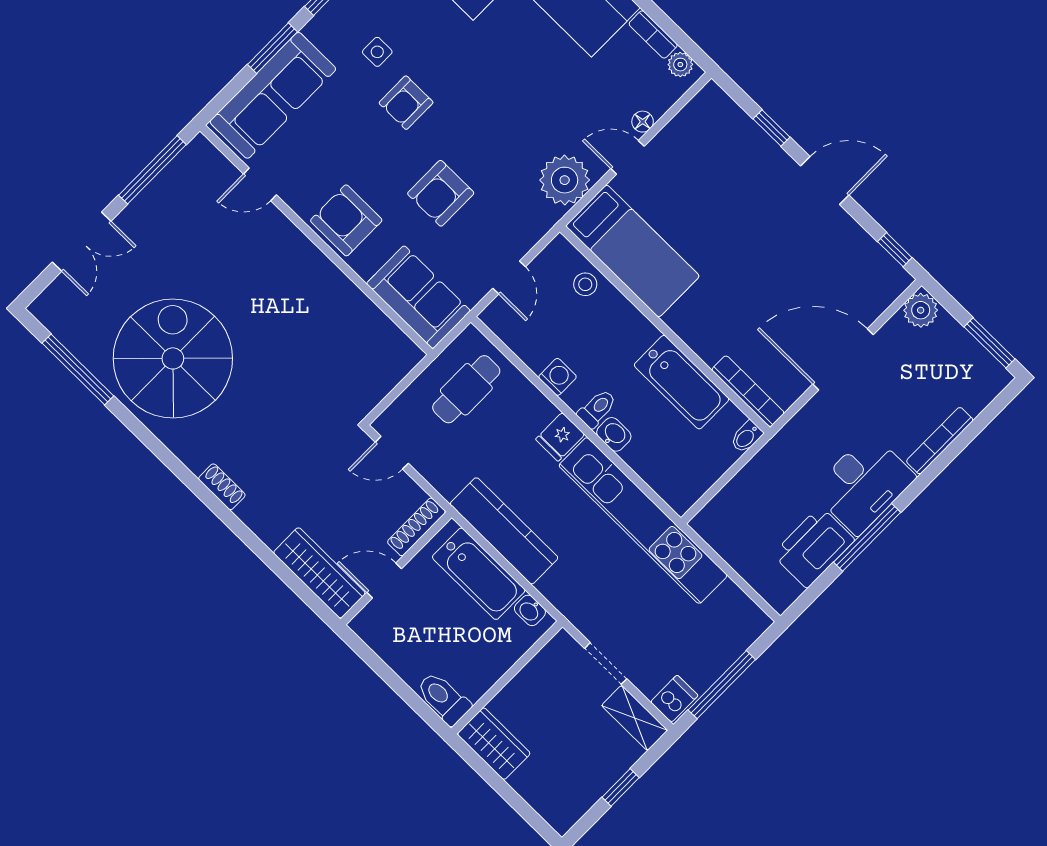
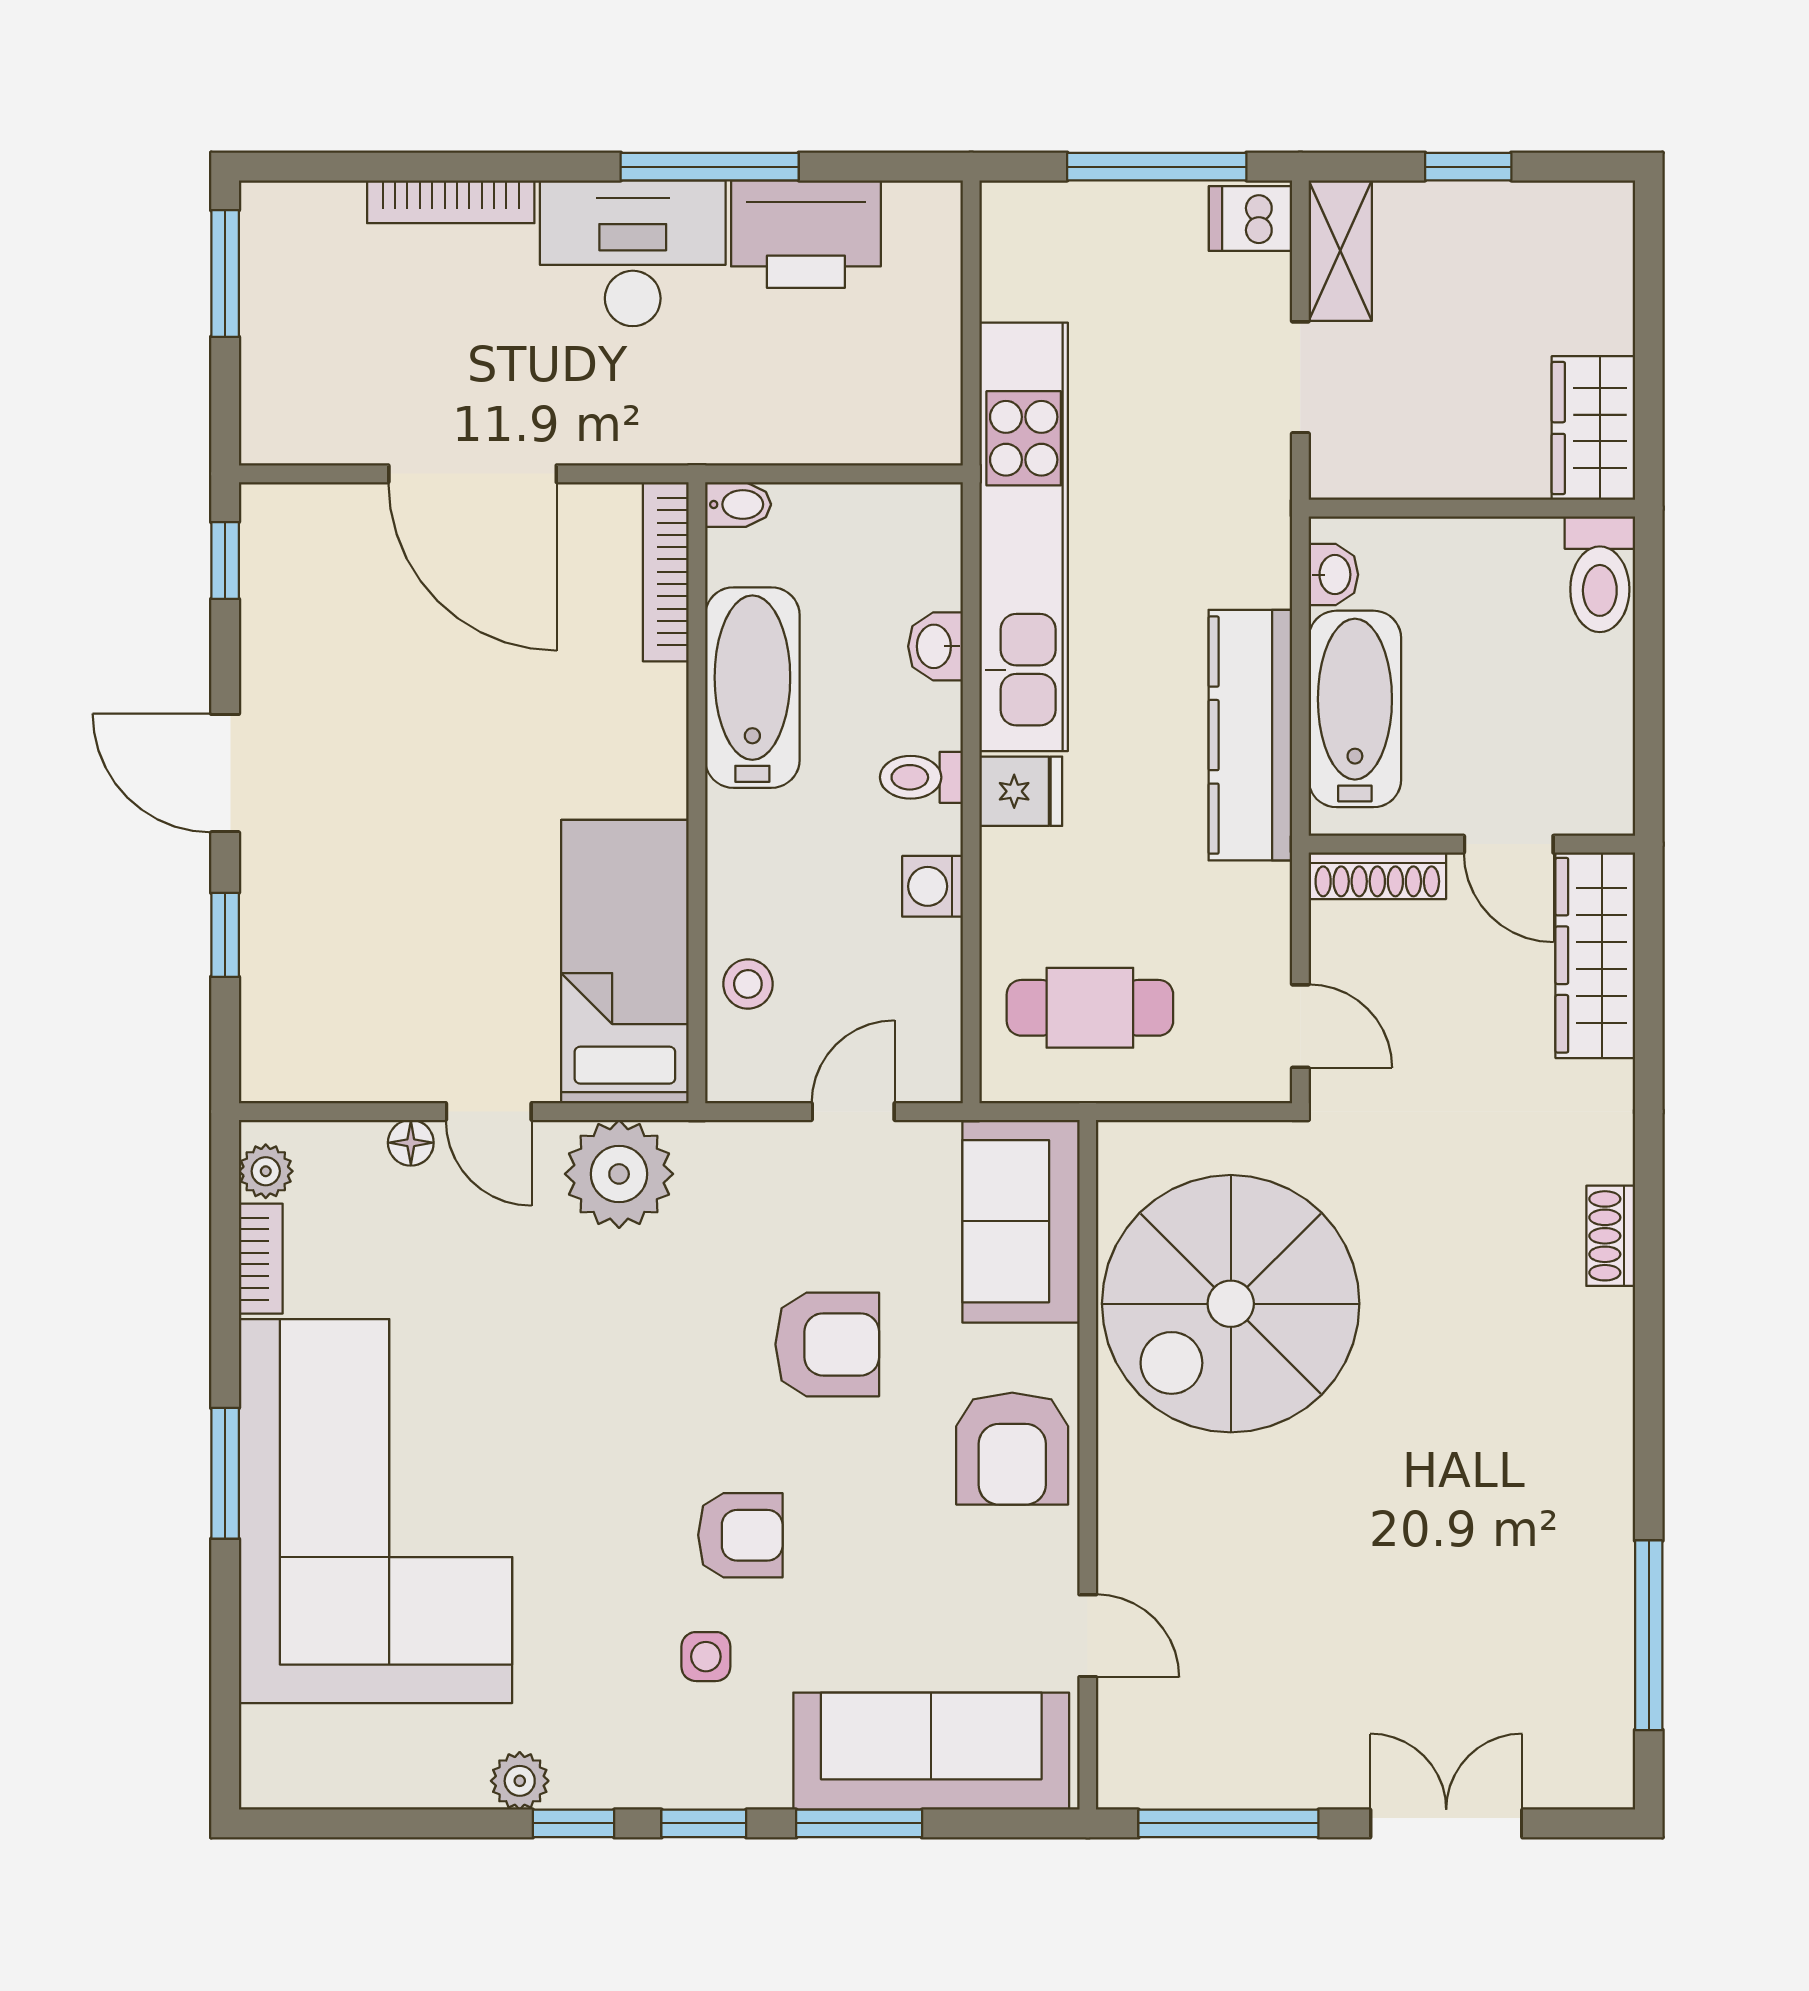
plant: (921, 310) -> (279, 429), removed
spiral stairs: (173, 358) -> (1231, 1304), moved
washbasin: (614, 434) -> (936, 646), moved

